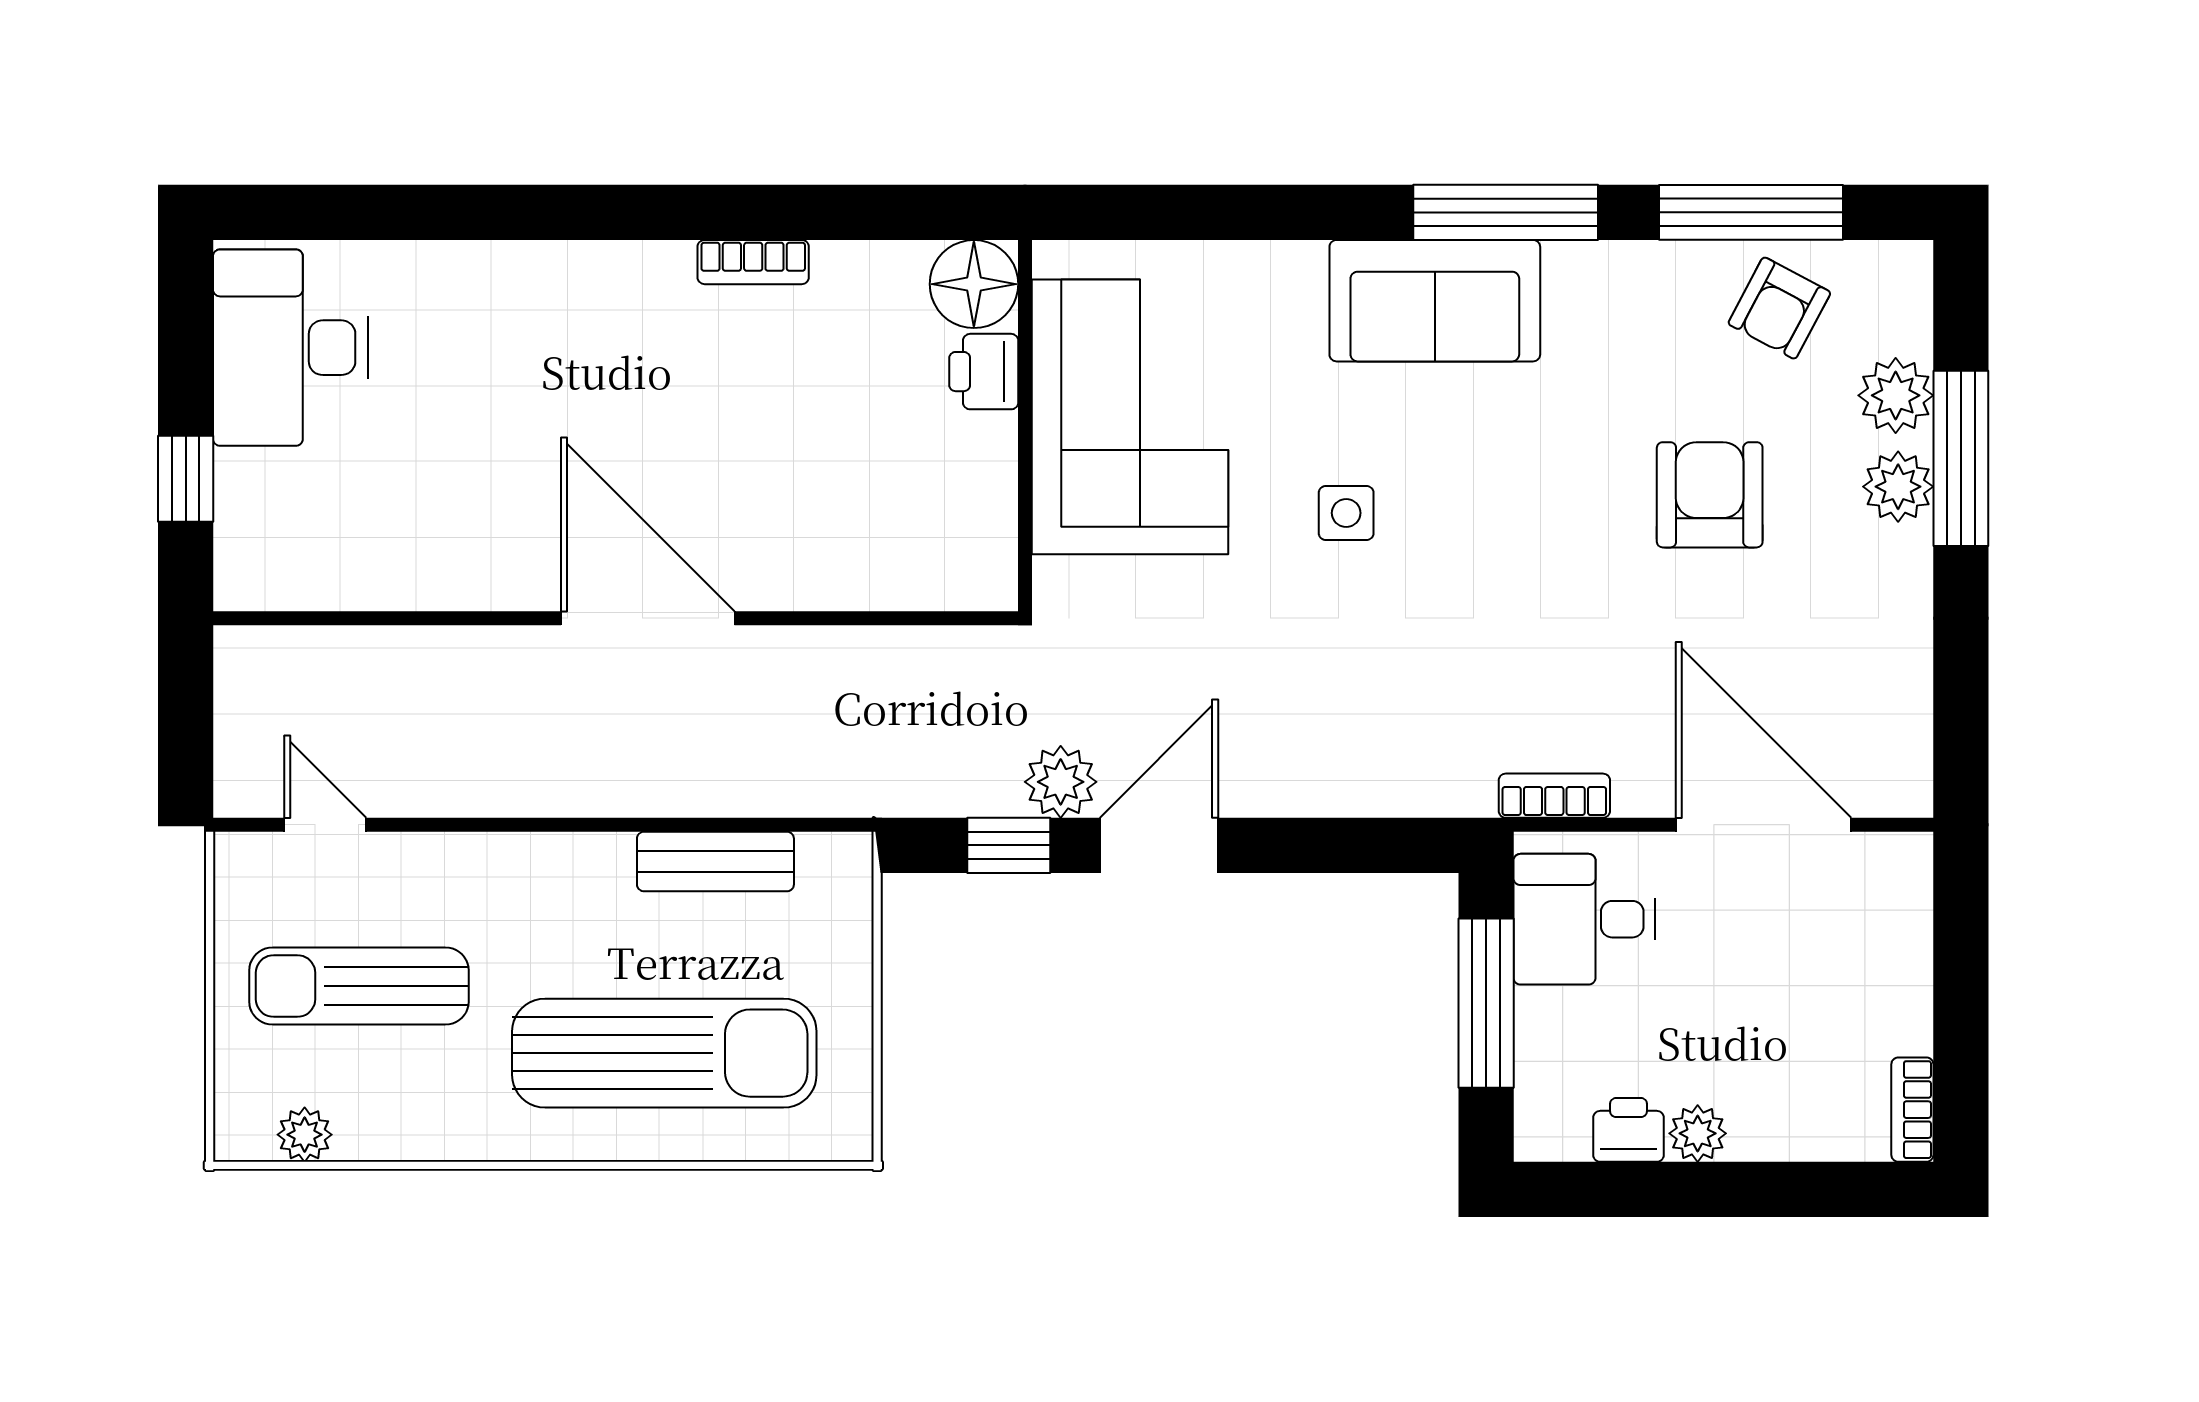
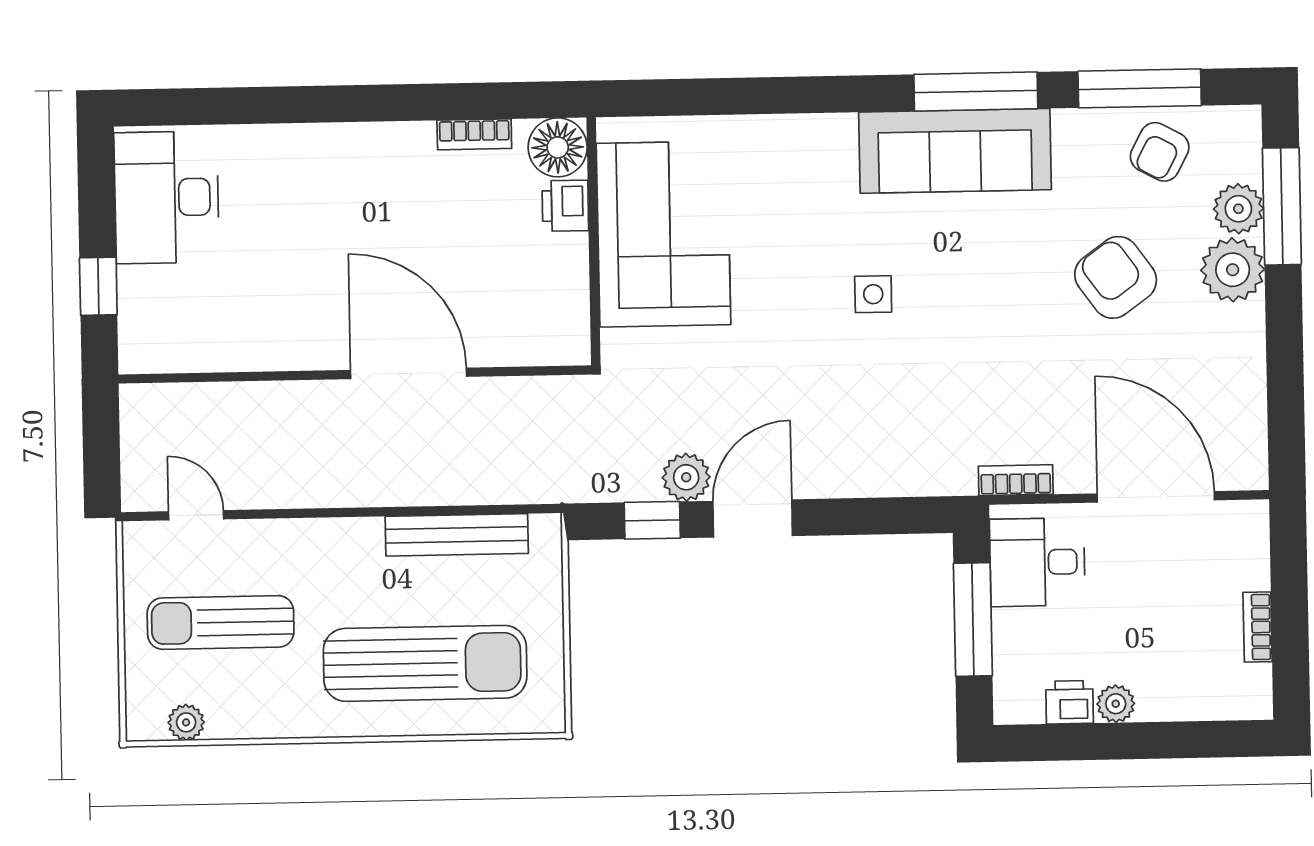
floor lamp: (974, 284) -> (558, 147), moved
sofa: (1435, 301) -> (955, 151), width x1.36
printer: (984, 372) -> (565, 206), moved
corner sofa: (1130, 417) -> (664, 234), moved
wall: (1025, 426) -> (594, 241), moved
window: (1961, 458) -> (1282, 206), moved
plant: (1898, 487) -> (1233, 270), width x1.36, depth x1.36
armchair: (1710, 495) -> (1116, 277), turned -36
bench: (715, 862) -> (457, 535), width x1.36
bookcase: (1912, 1110) -> (1258, 627), moved

